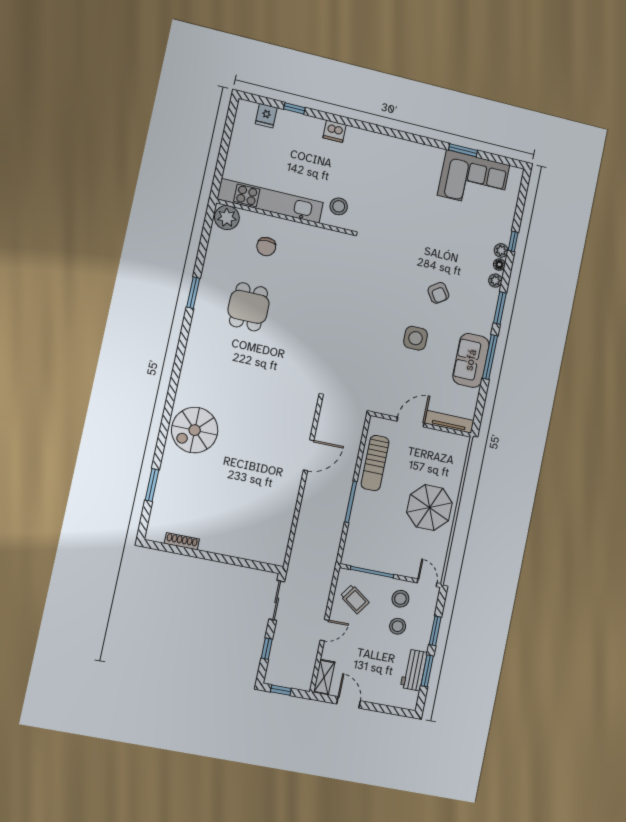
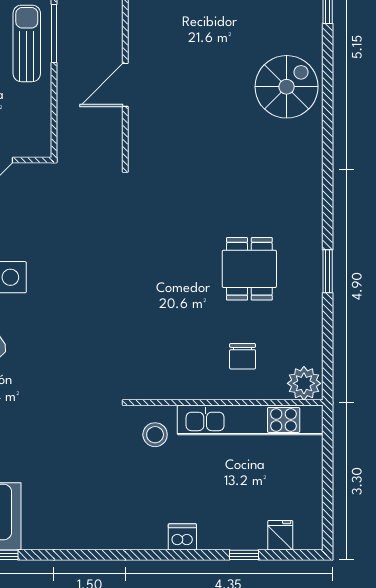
chair: (266, 247) -> (243, 356), turned 180
sun lounger: (375, 463) -> (27, 43), moved

